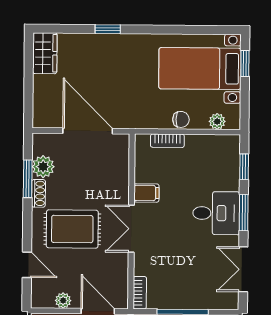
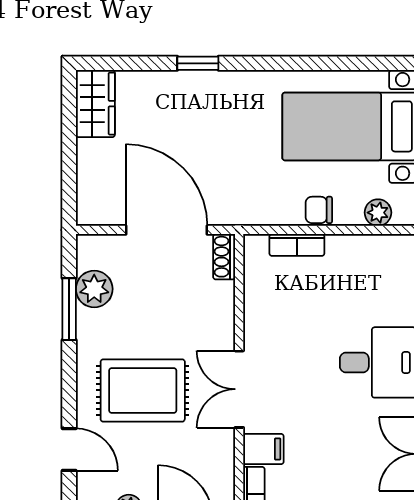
chair: (181, 119) -> (319, 210), turned 180
shoe rack: (38, 193) -> (224, 257), moved, turned 180
filing cabinet: (146, 193) -> (263, 449), moved

